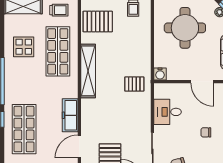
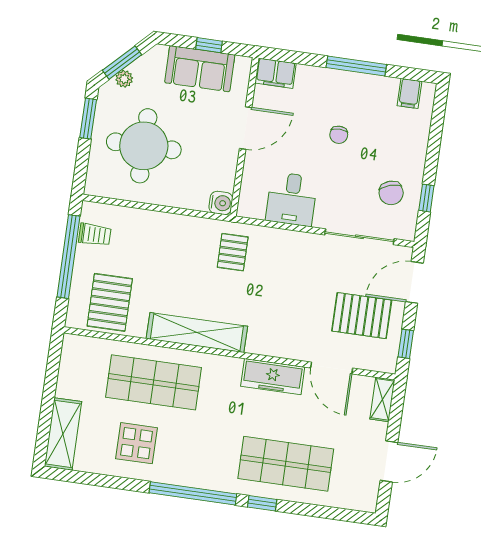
trolley: (59, 10) -> (79, 370), removed

